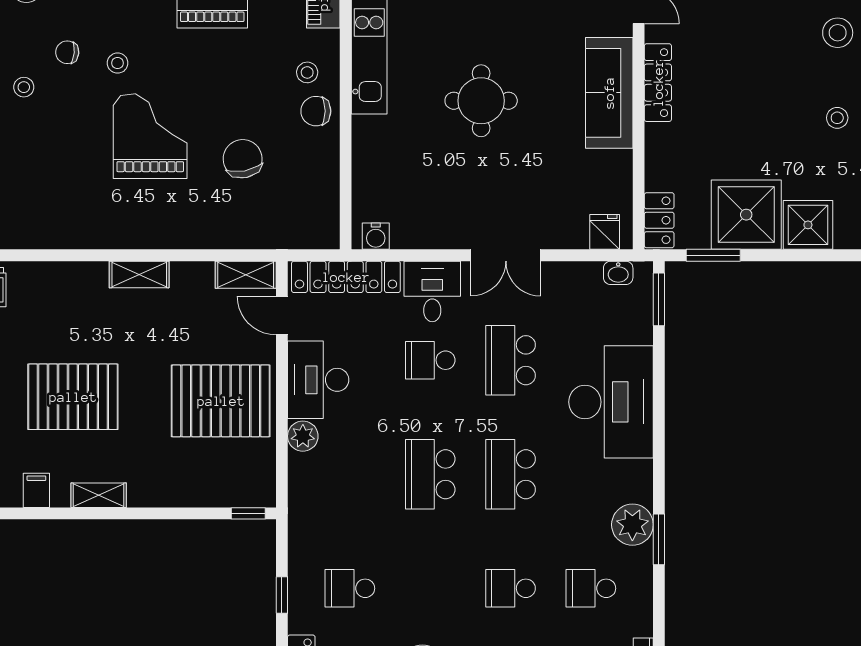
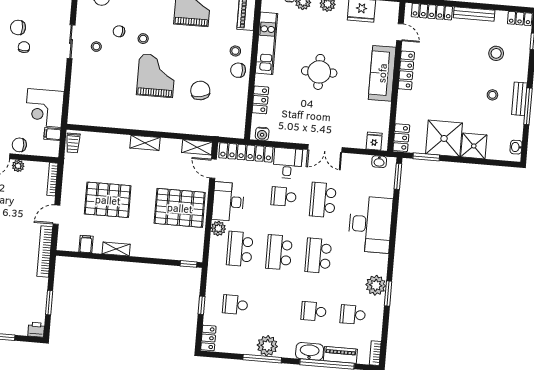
locker: (366, 168) -> (260, 100), added
school desk: (350, 474) -> (240, 249), added

